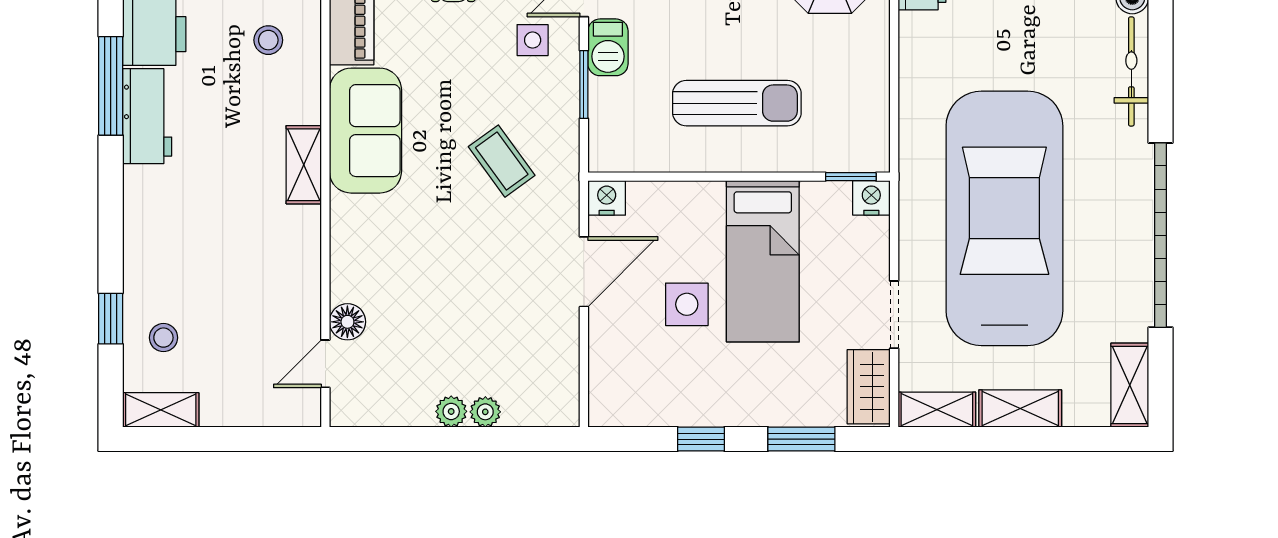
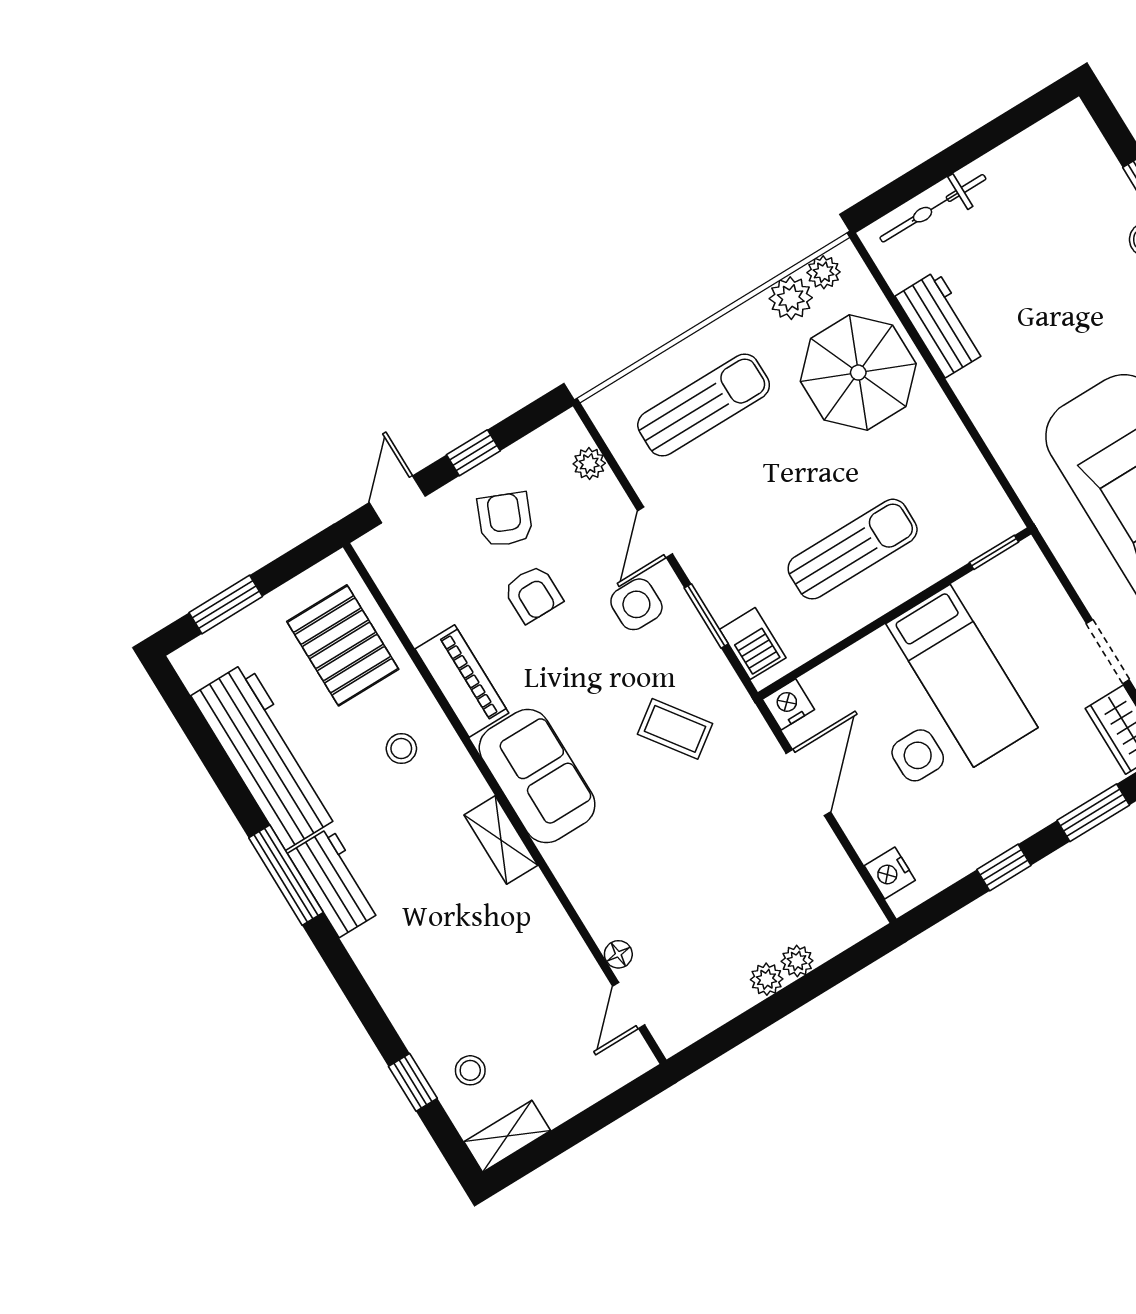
side table: (533, 40) -> (636, 604), width x1.37, depth x1.37
barbecue: (608, 47) -> (753, 644), moved
nightstand: (871, 198) -> (890, 873), moved, turned -90
floor lamp: (347, 322) -> (618, 954), width x0.73, depth x0.73

